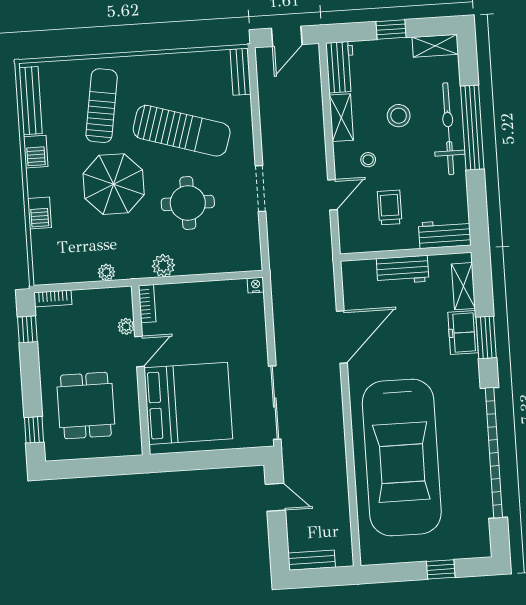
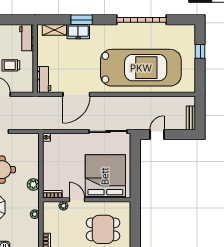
workbench: (403, 270) -> (44, 80), moved
door: (342, 337) -> (76, 94), swing flipped
garage door: (494, 453) -> (142, 20), width x0.73

